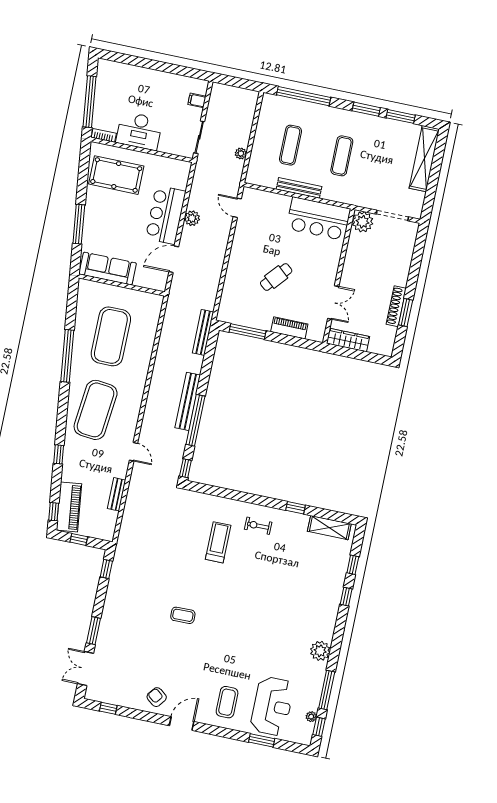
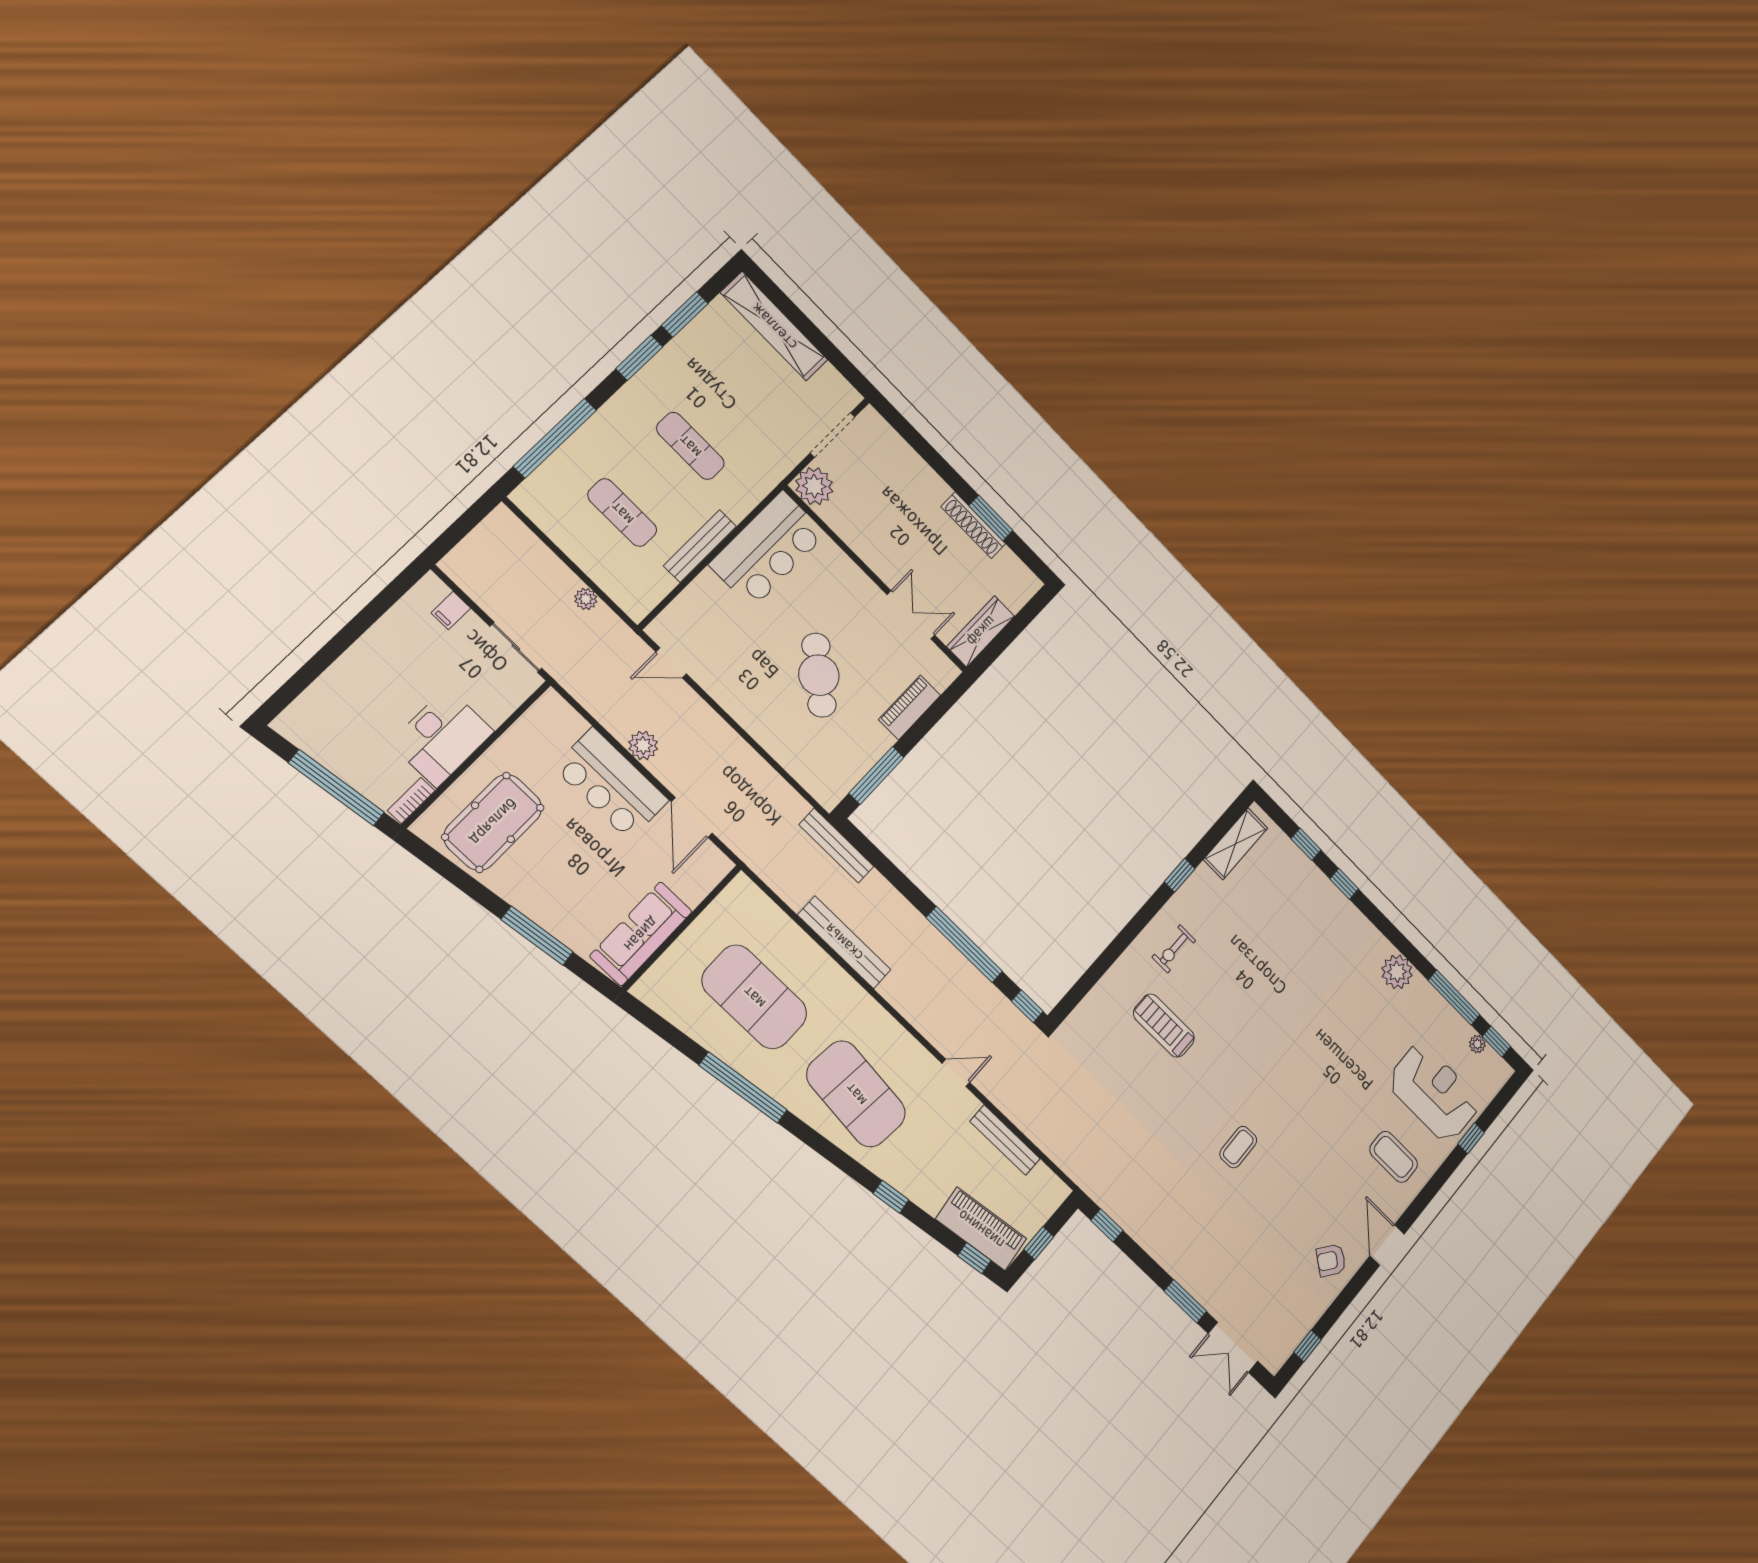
cafe table: (276, 277) -> (819, 675), width x1.37, depth x1.35
bench: (188, 401) -> (844, 942), moved
bench: (117, 494) -> (1005, 1140), width x1.36
window: (262, 740) -> (1471, 1138), width x0.67

